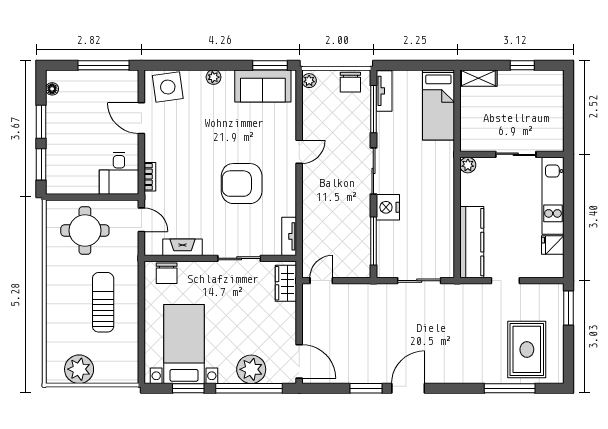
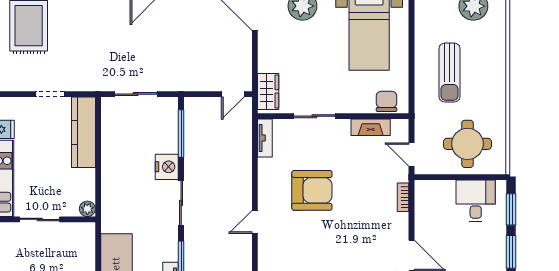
desk: (119, 173) -> (476, 201), moved

